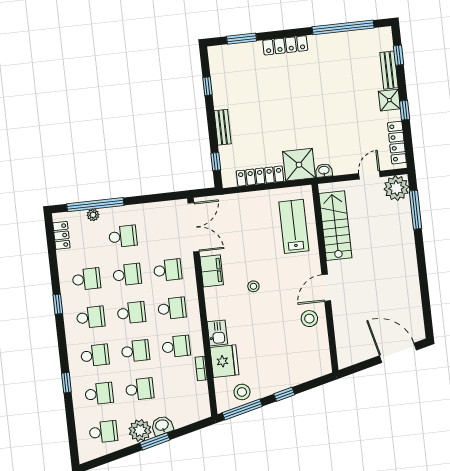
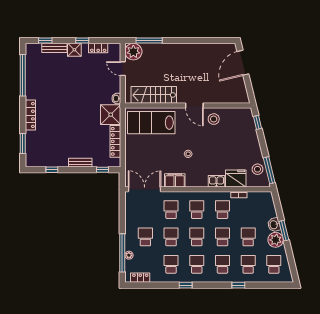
locker: (397, 143) -> (98, 48), width x0.66
lab bench: (294, 226) -> (151, 123), width x1.36, depth x1.39
window: (284, 394) -> (257, 122), moved

